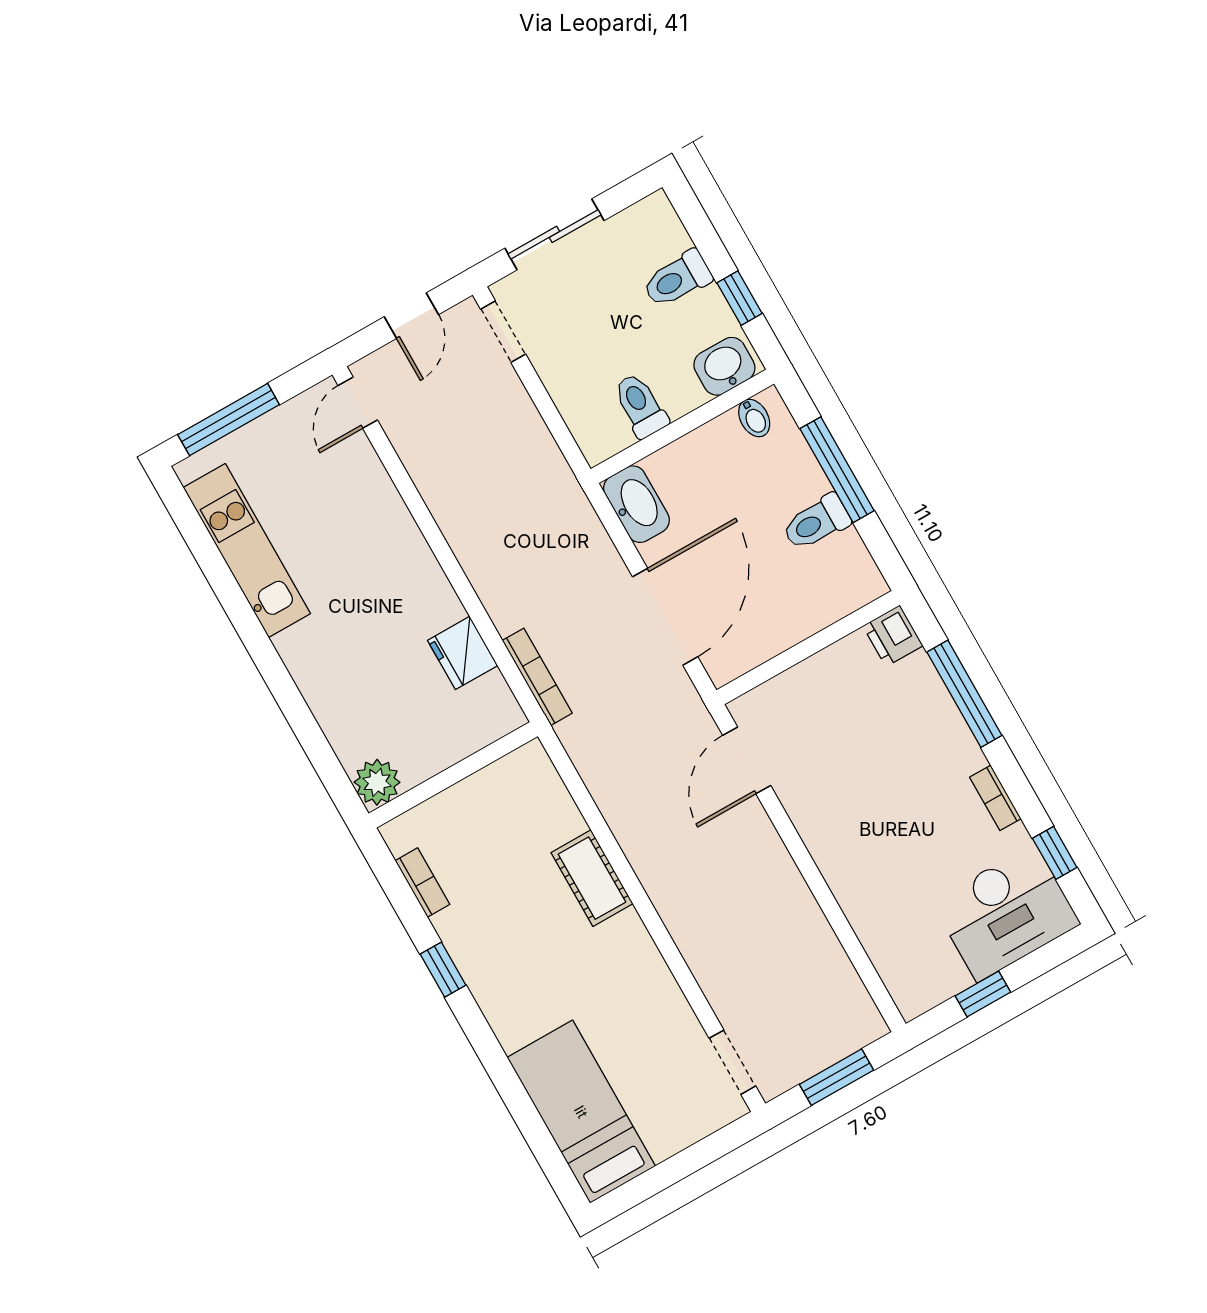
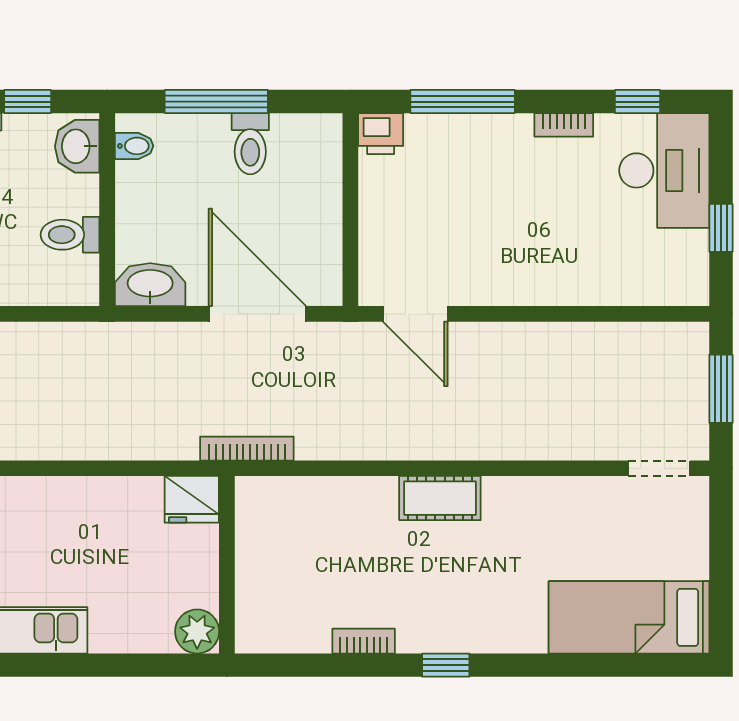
wall: (453, 775) -> (227, 565), moved
plant: (377, 782) -> (197, 631), moved

